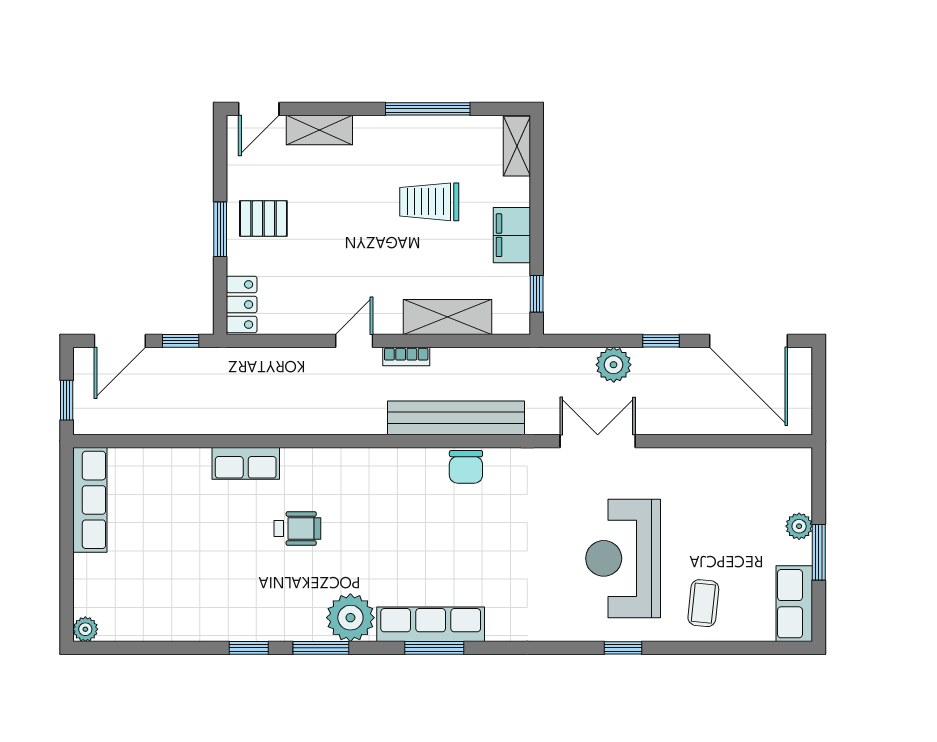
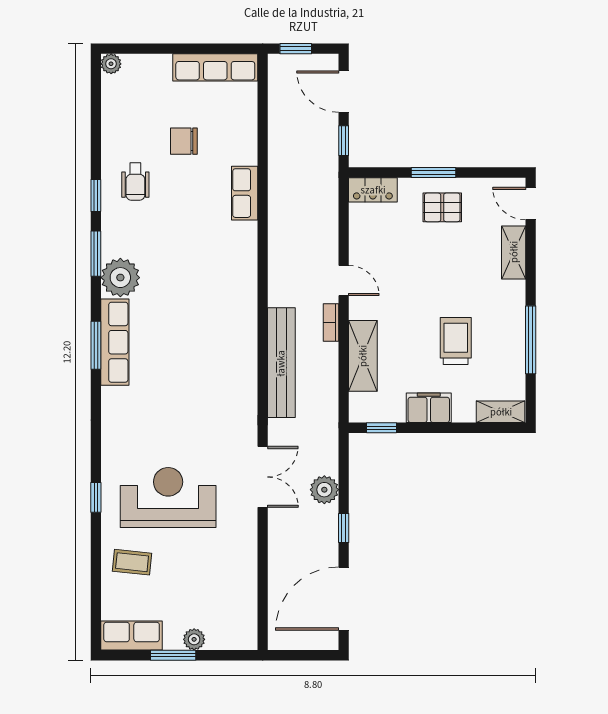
pallet: (263, 218) -> (442, 207), turned 90
chair: (466, 467) -> (184, 141), moved
wheelchair: (297, 528) -> (135, 182), moved

